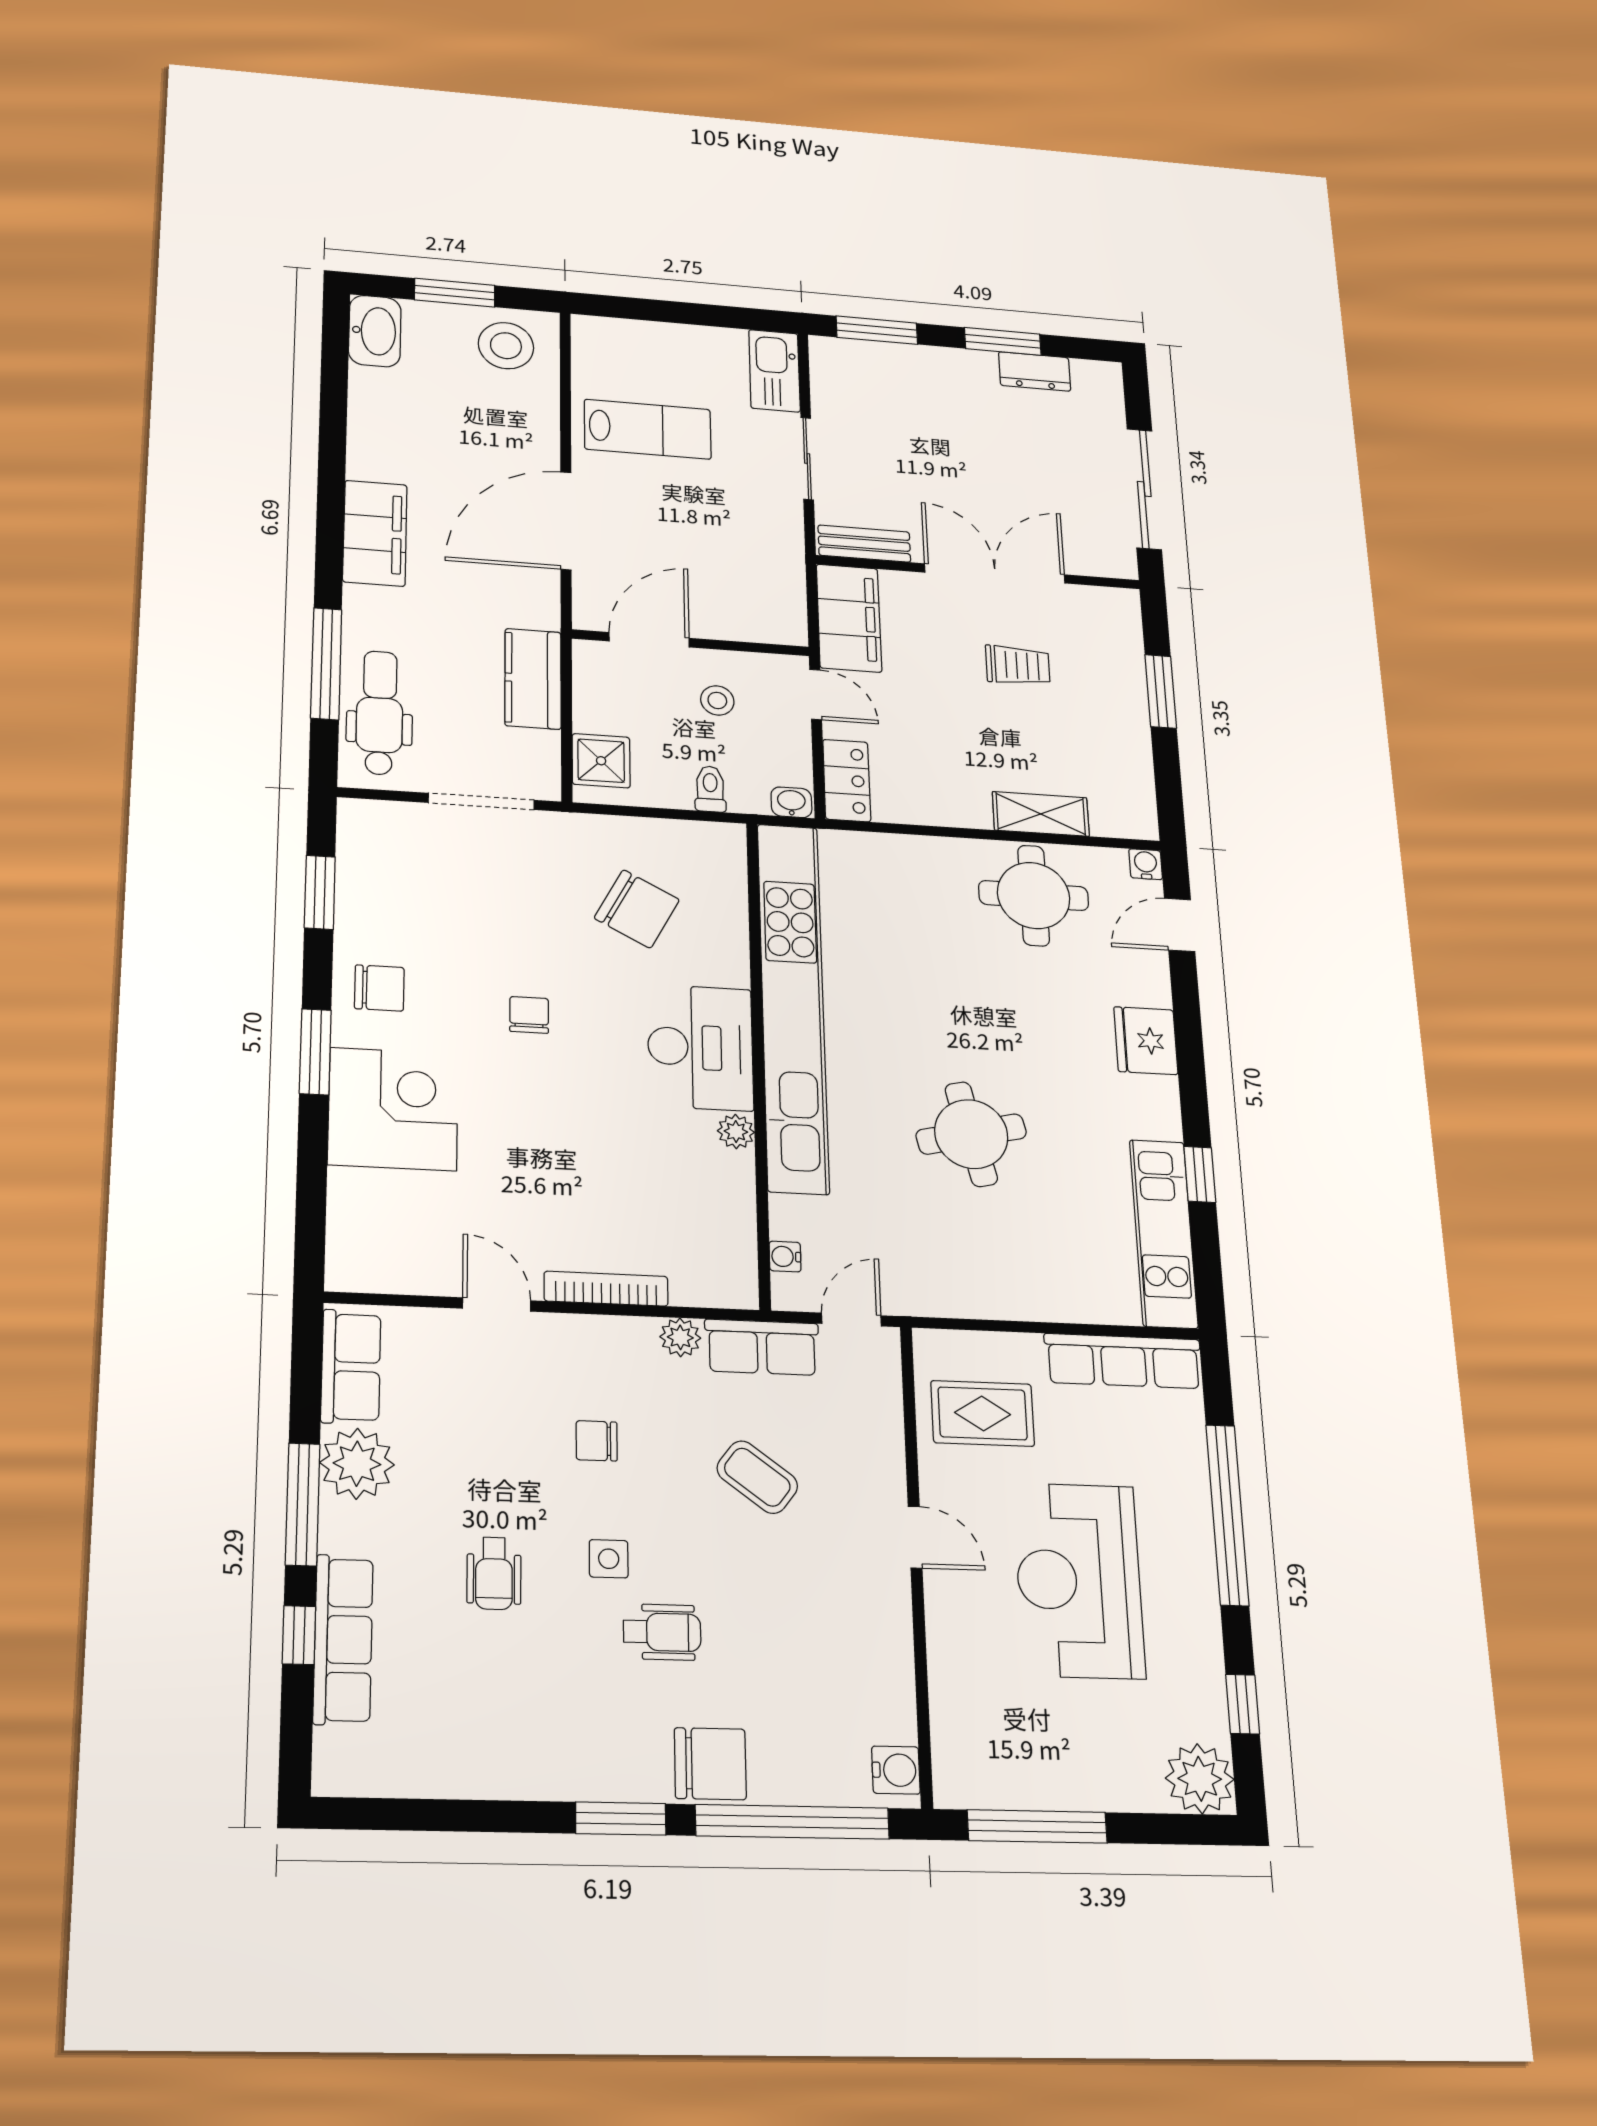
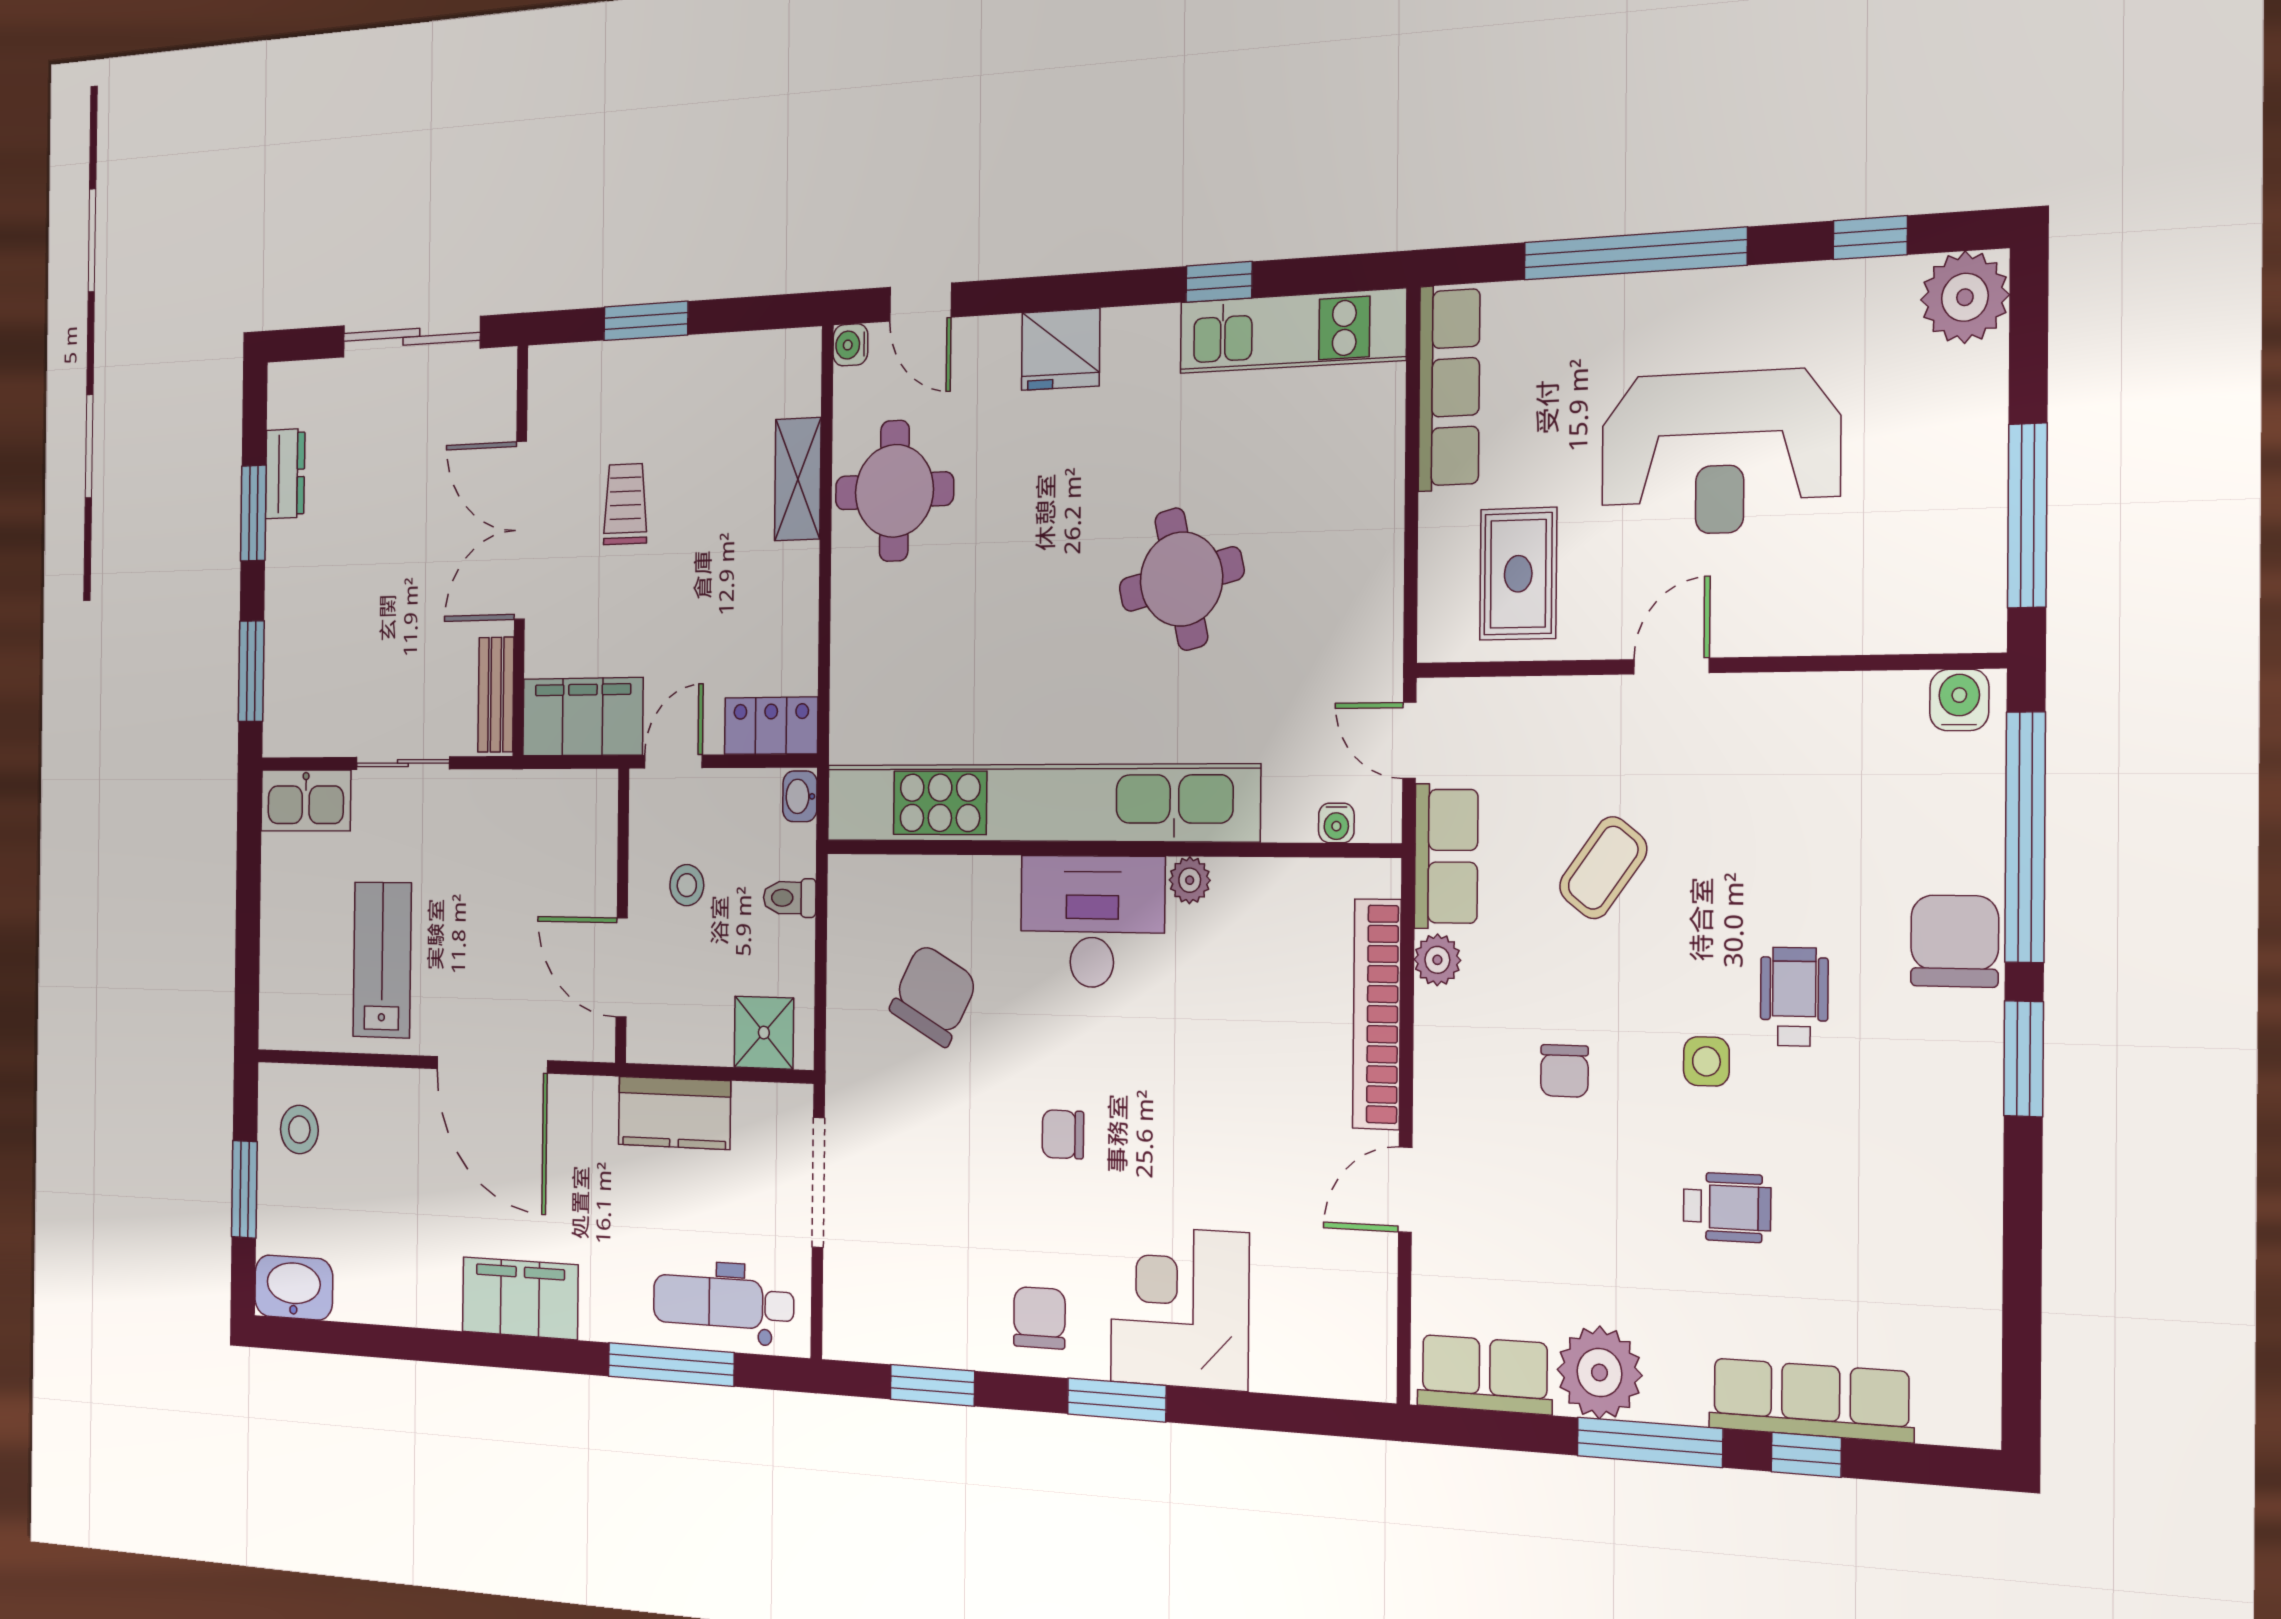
stool: (506, 346) -> (299, 1130), width x0.73, depth x0.73
bookcase: (606, 1289) -> (1377, 1014), width x1.48, depth x1.31

